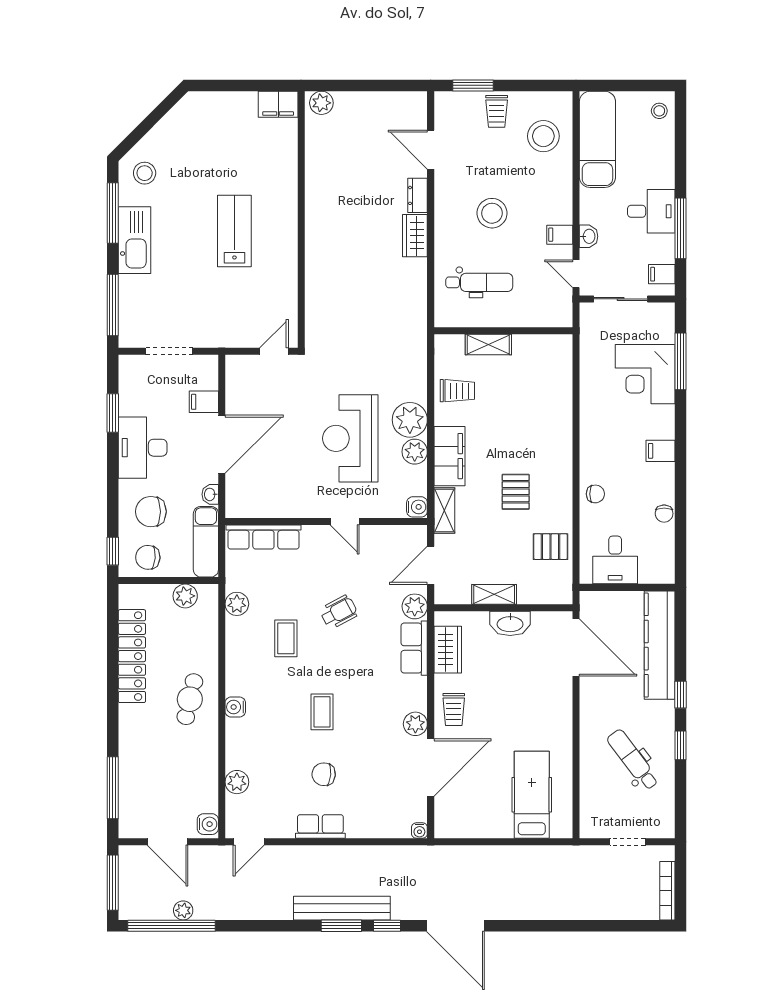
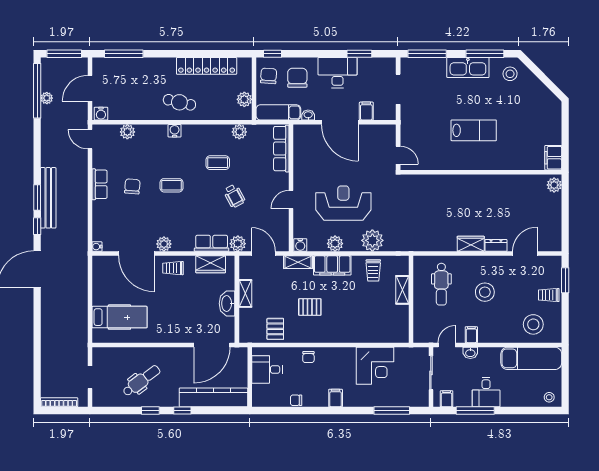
corner desk: (645, 374) -> (375, 366), moved, turned 180
plant: (410, 420) -> (372, 240), moved

